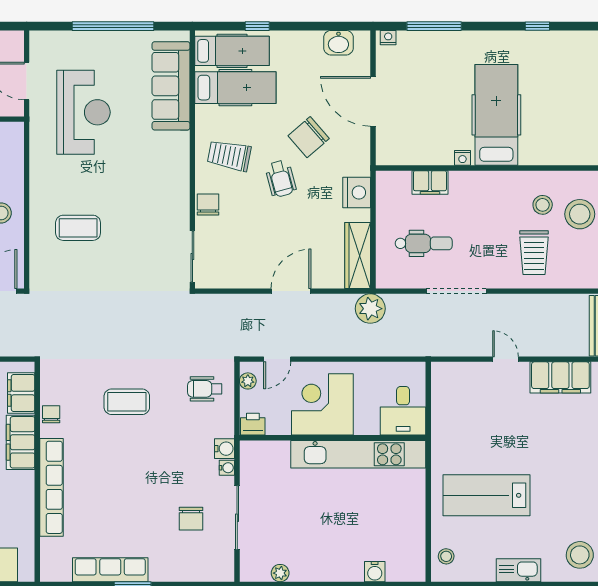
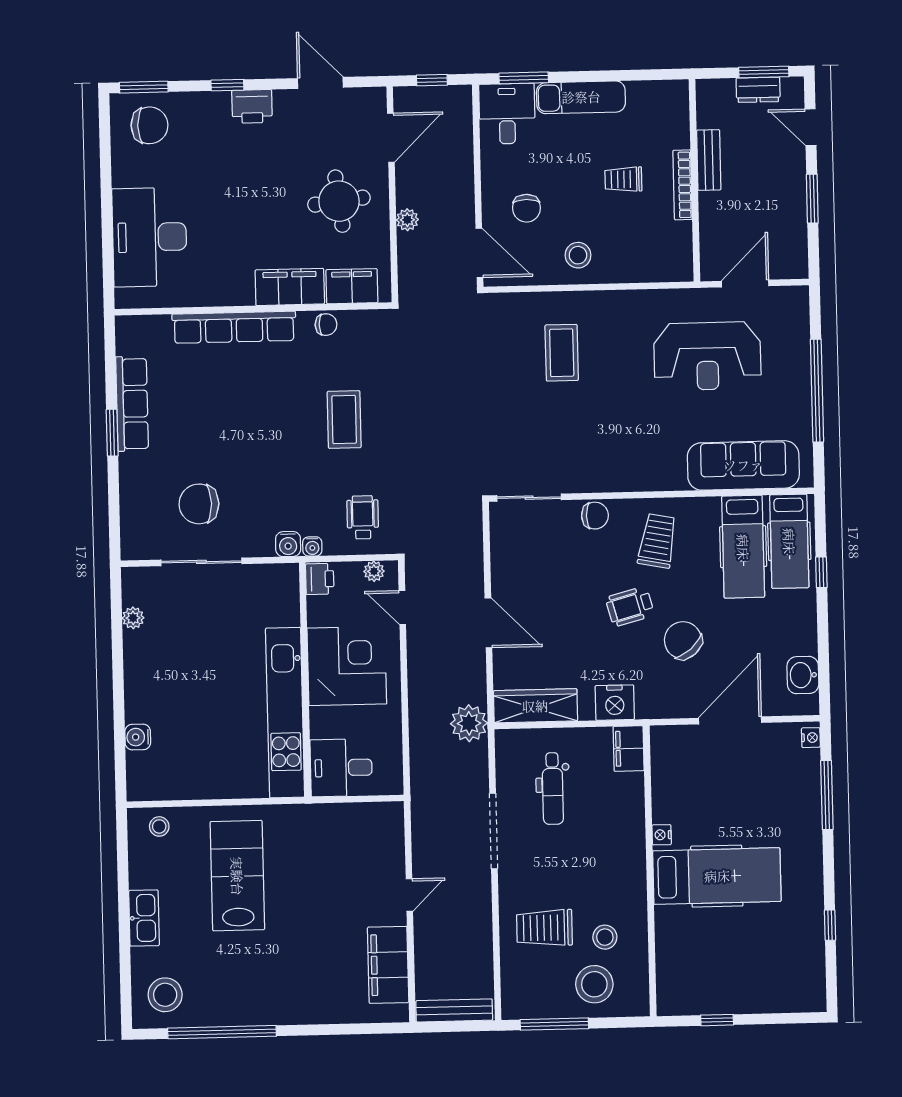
filing cabinet: (430, 182) -> (629, 749), moved
water cooler: (227, 468) -> (312, 546), moved
chair: (191, 519) -> (199, 504), width x1.37, depth x1.37

